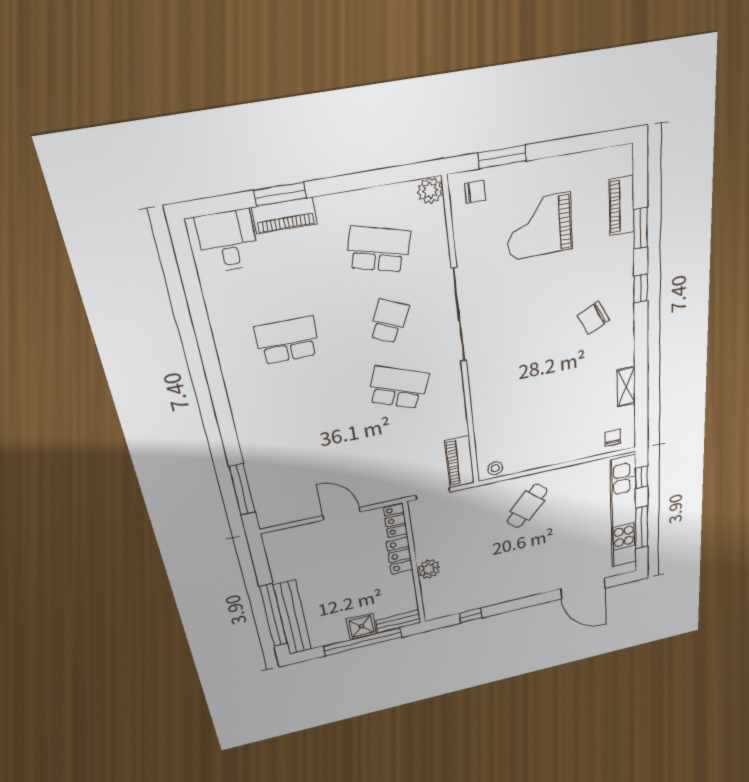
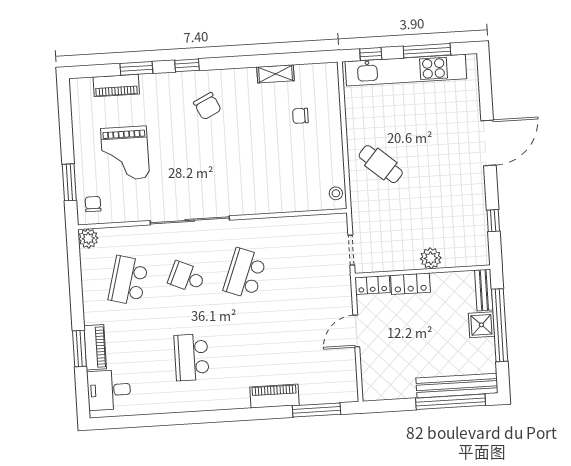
chair: (613, 438) -> (300, 116), moved
piano: (460, 462) -> (274, 396), moved, turned 180
door: (583, 589) -> (488, 143), moved

